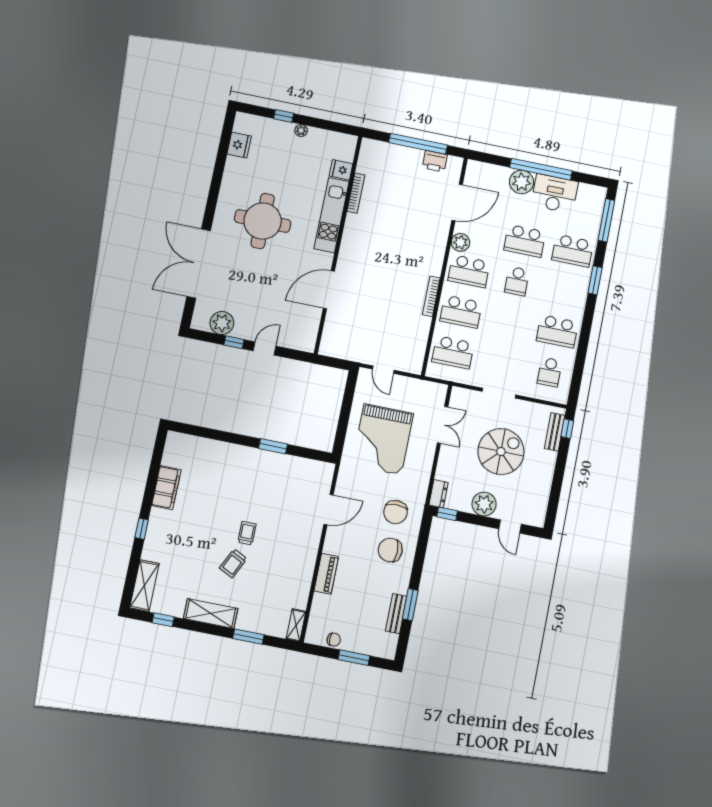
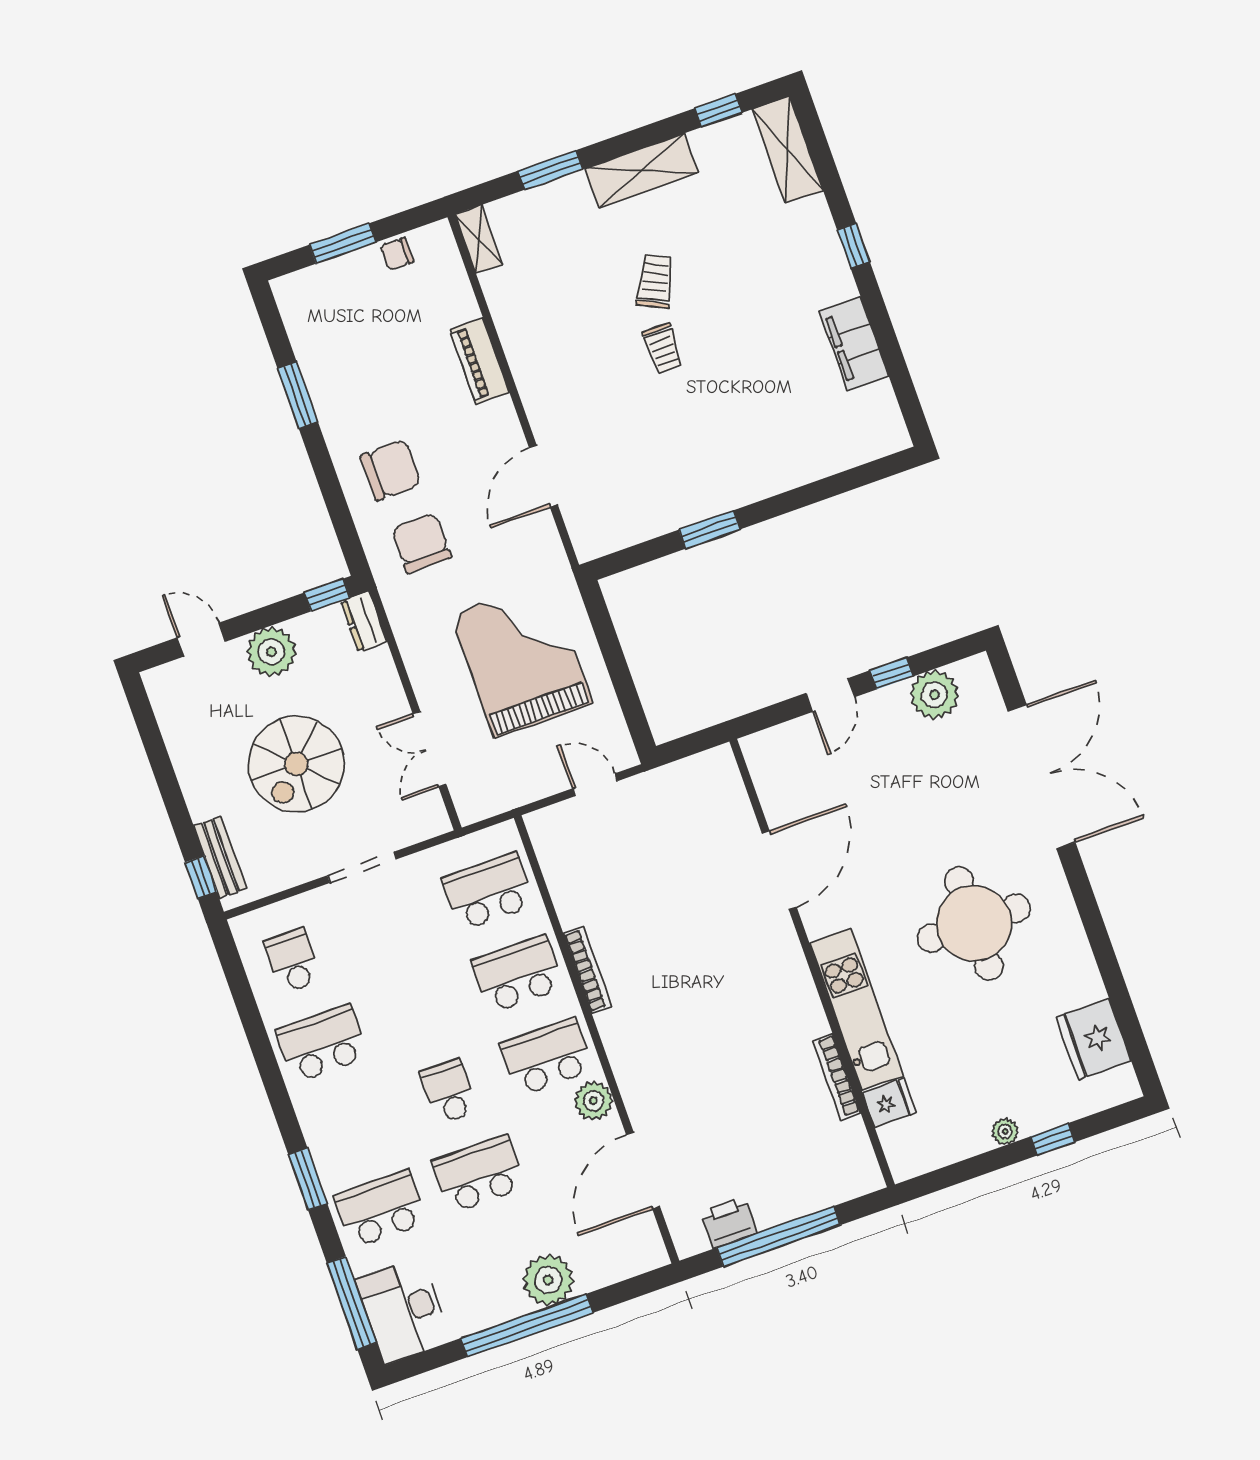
fridge: (239, 145) -> (1094, 1039), width x1.36, depth x1.34
desk: (555, 194) -> (403, 1310), moved, turned 90
bench: (396, 614) -> (314, 365), removed

